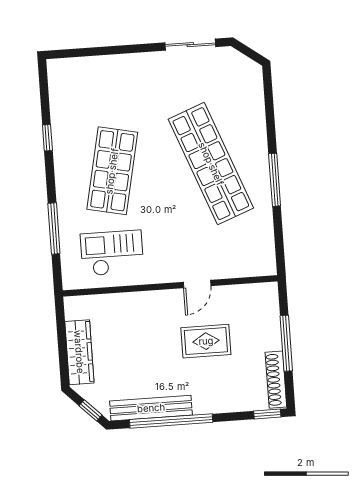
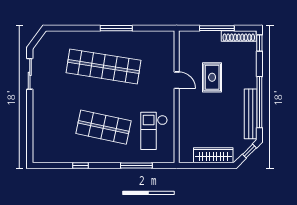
shop shelf: (211, 164) -> (104, 66), turned 30

